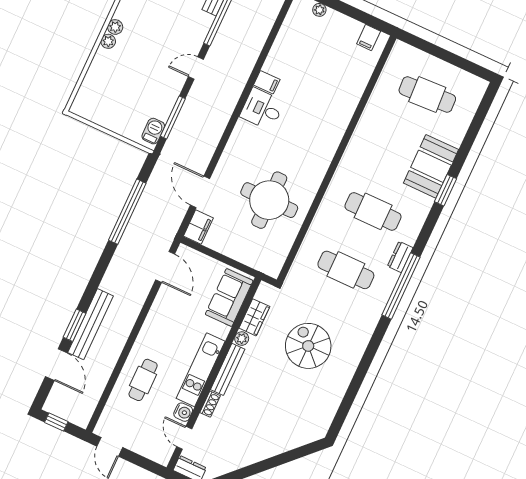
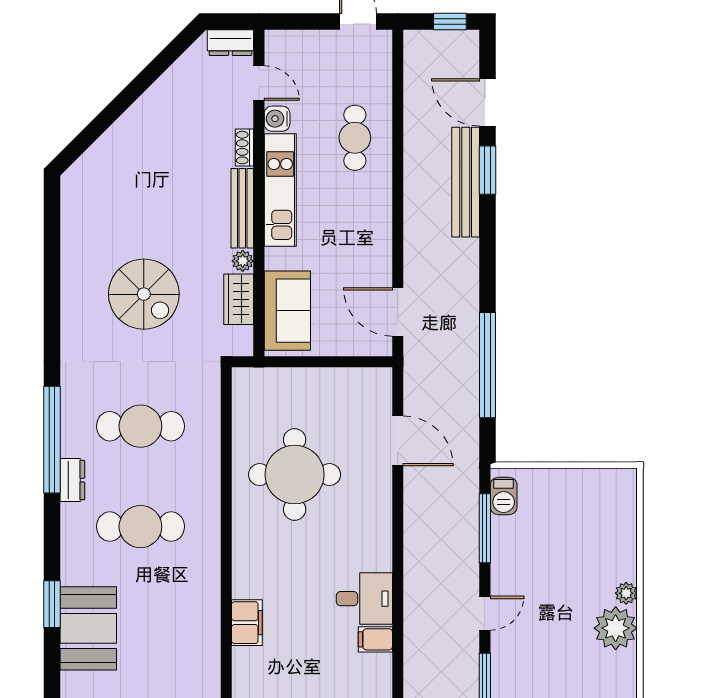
plant: (115, 27) -> (616, 628), width x1.88, depth x1.88
filing cabinet: (198, 227) -> (247, 623), moved, turned 180

